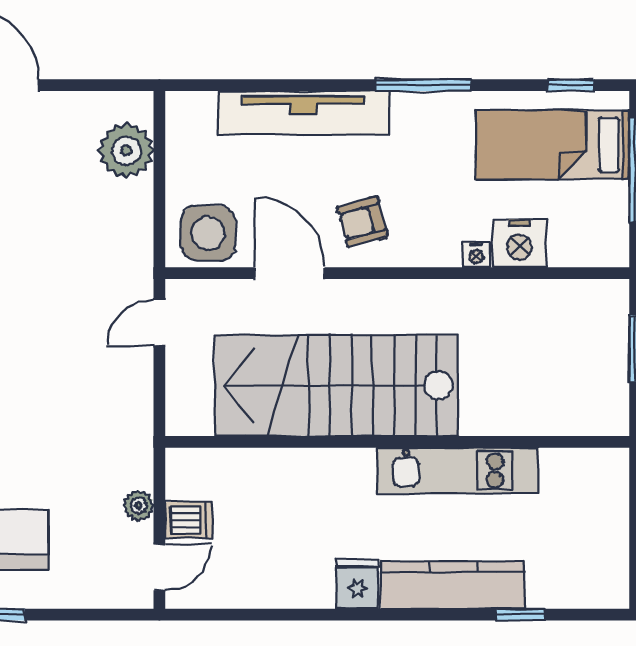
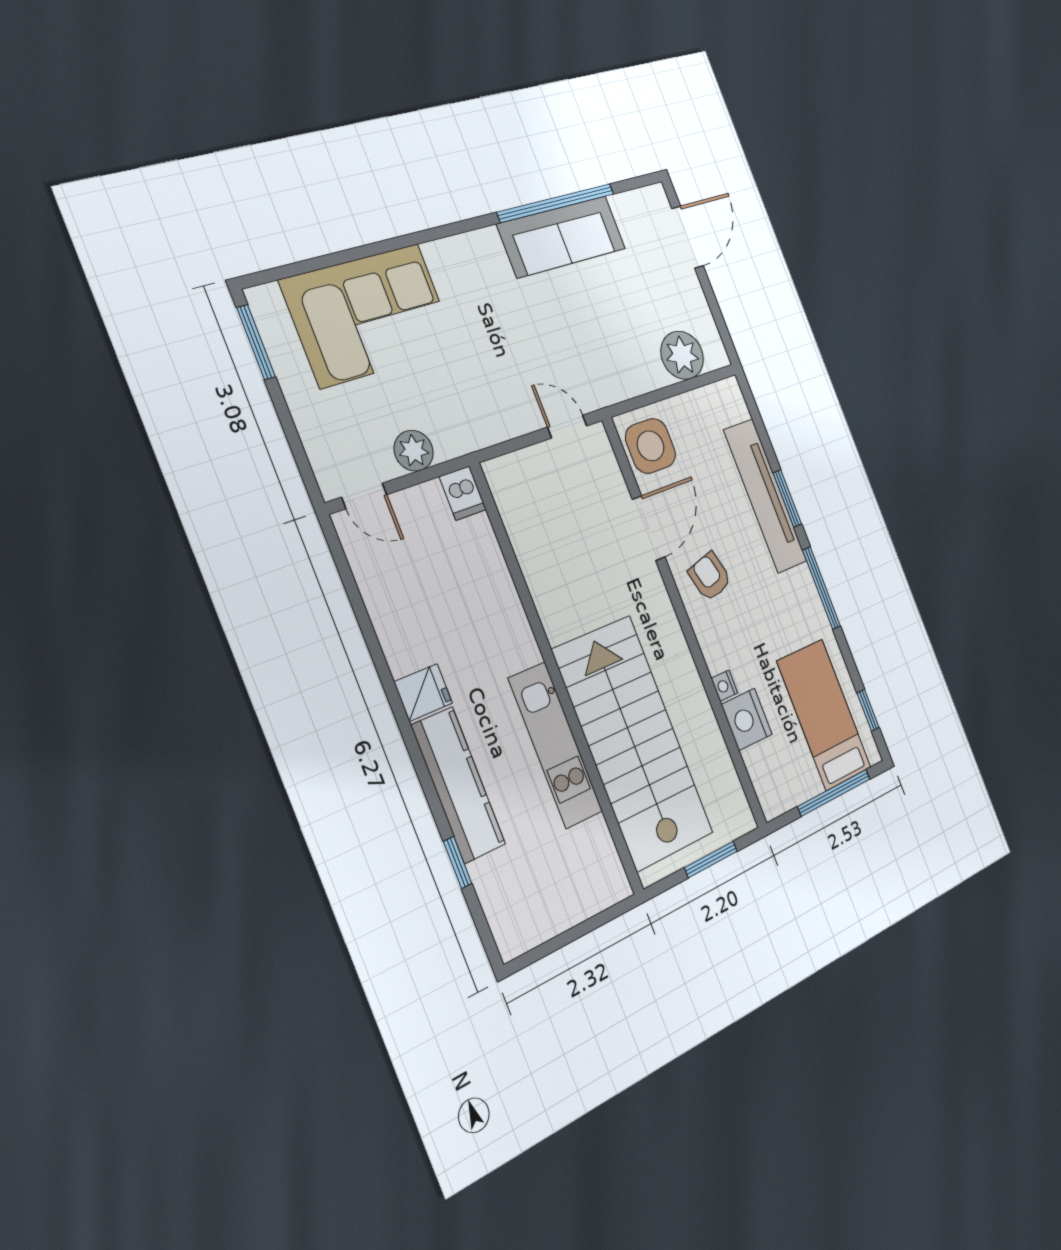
window: (316, 85) -> (787, 498), added
stairs: (336, 385) -> (633, 742), moved
plant: (139, 505) -> (414, 451), width x1.38, depth x1.38
dishwasher: (189, 520) -> (463, 493), moved

